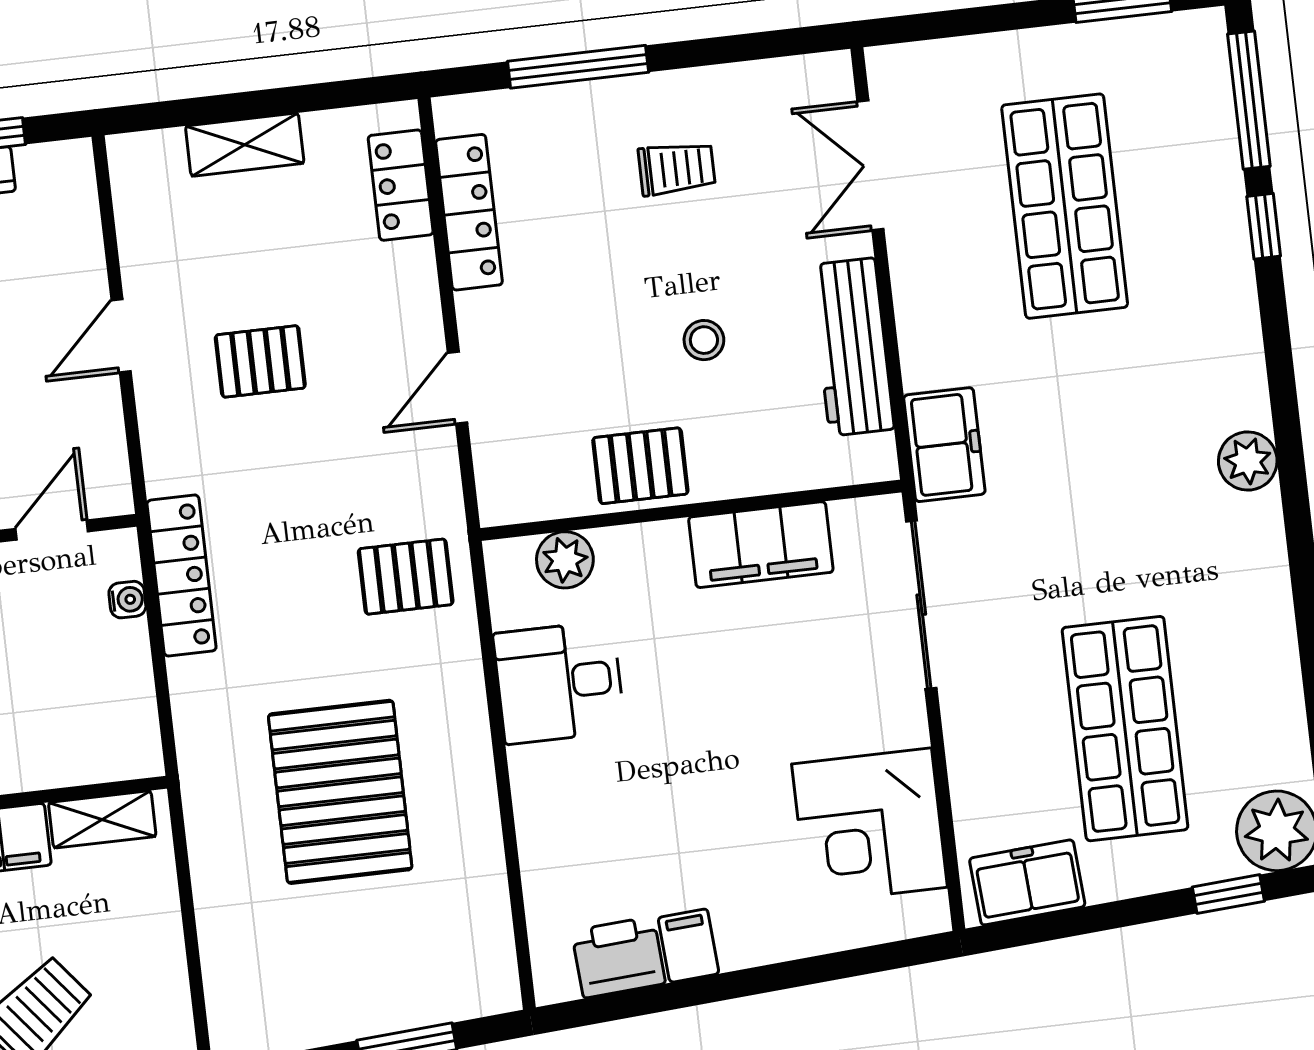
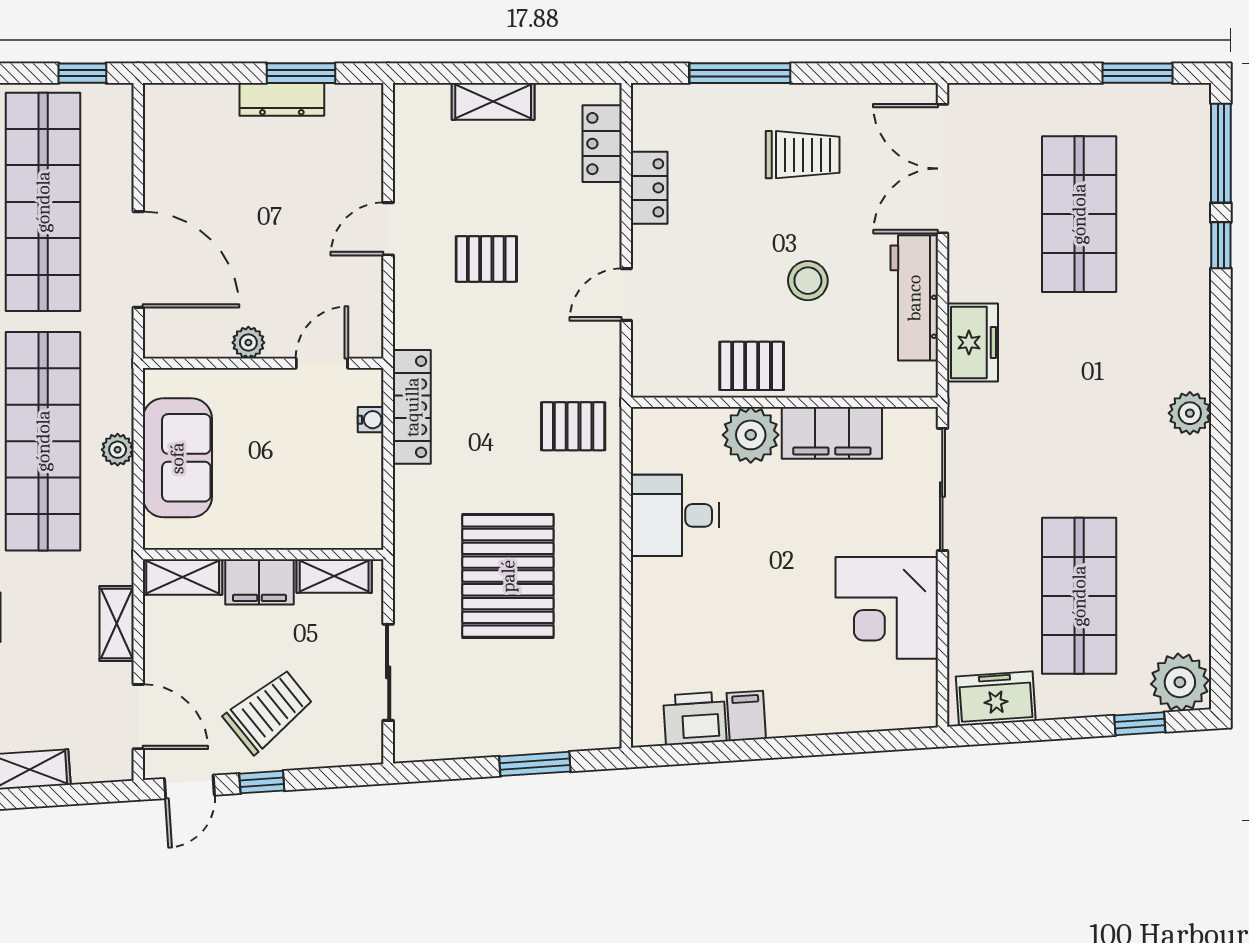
double door: (870, 165) -> (942, 169), width x1.37
trolley: (677, 168) -> (803, 155), width x1.36, depth x1.39
locker: (469, 212) -> (649, 188), width x0.66
stool: (704, 340) -> (808, 281), width x1.37, depth x1.37
freezer: (944, 445) -> (973, 343), moved
plant: (565, 560) -> (751, 435), moved, width x1.36, depth x1.36
corner desk: (869, 826) -> (887, 608), moved
sliding door: (191, 943) -> (388, 672), added

